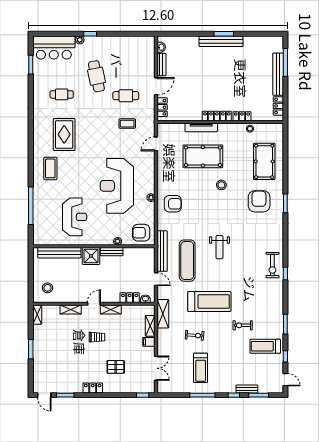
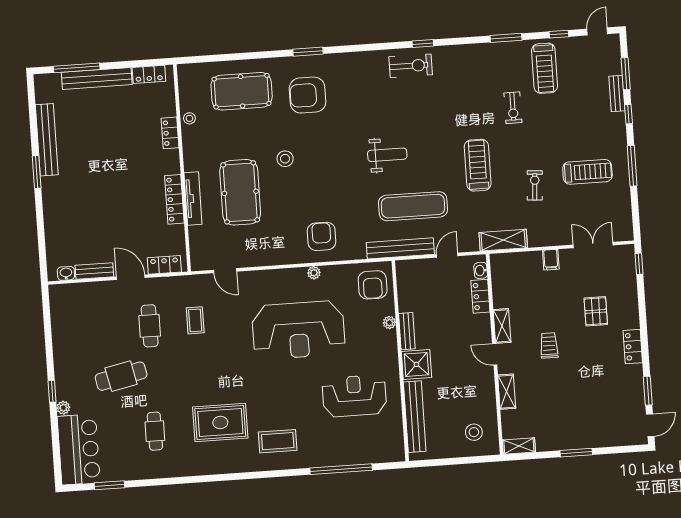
bench: (221, 41) -> (47, 140), moved
locker: (217, 116) -> (174, 199), moved
treadmill: (209, 302) -> (478, 165), width x0.73, depth x0.73
shelving: (150, 326) -> (524, 259), removed

